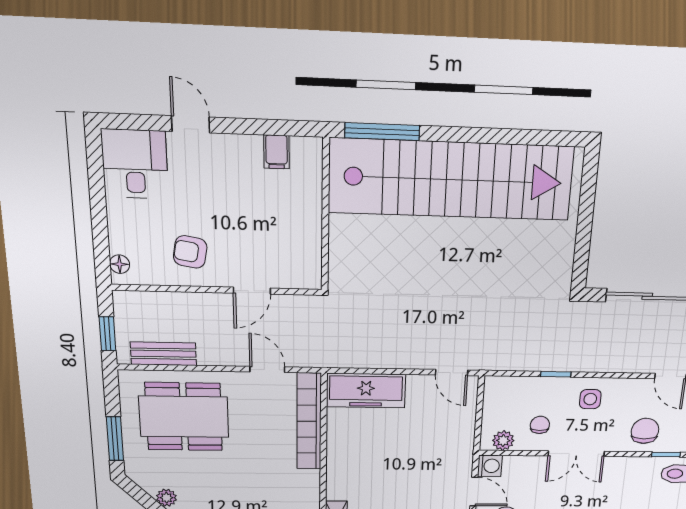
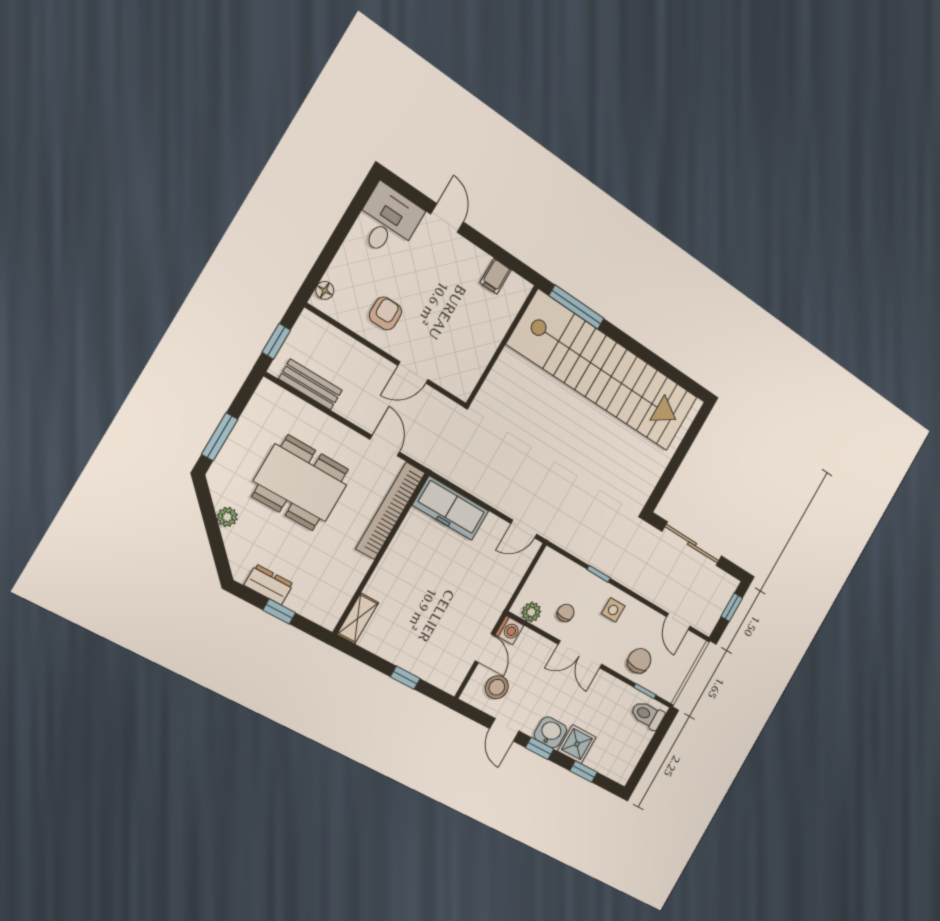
armchair: (190, 252) -> (385, 313), turned 80
door: (452, 373) -> (524, 529), hinge flipped
dining table: (184, 417) -> (300, 483), moved

